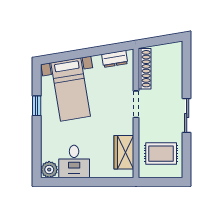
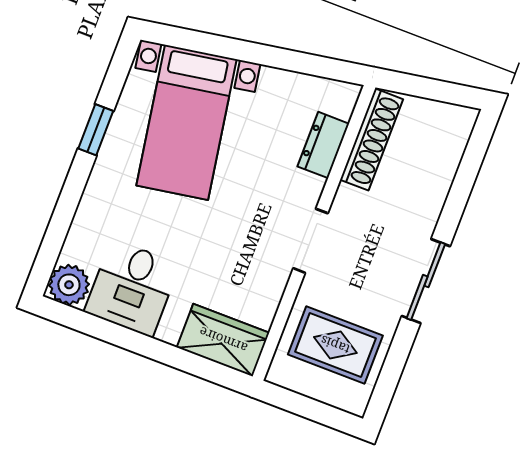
dresser: (115, 59) -> (323, 145), moved, turned 99
doorway: (136, 104) -> (311, 241), moved
wardrobe: (124, 152) -> (223, 340), moved, turned 90

